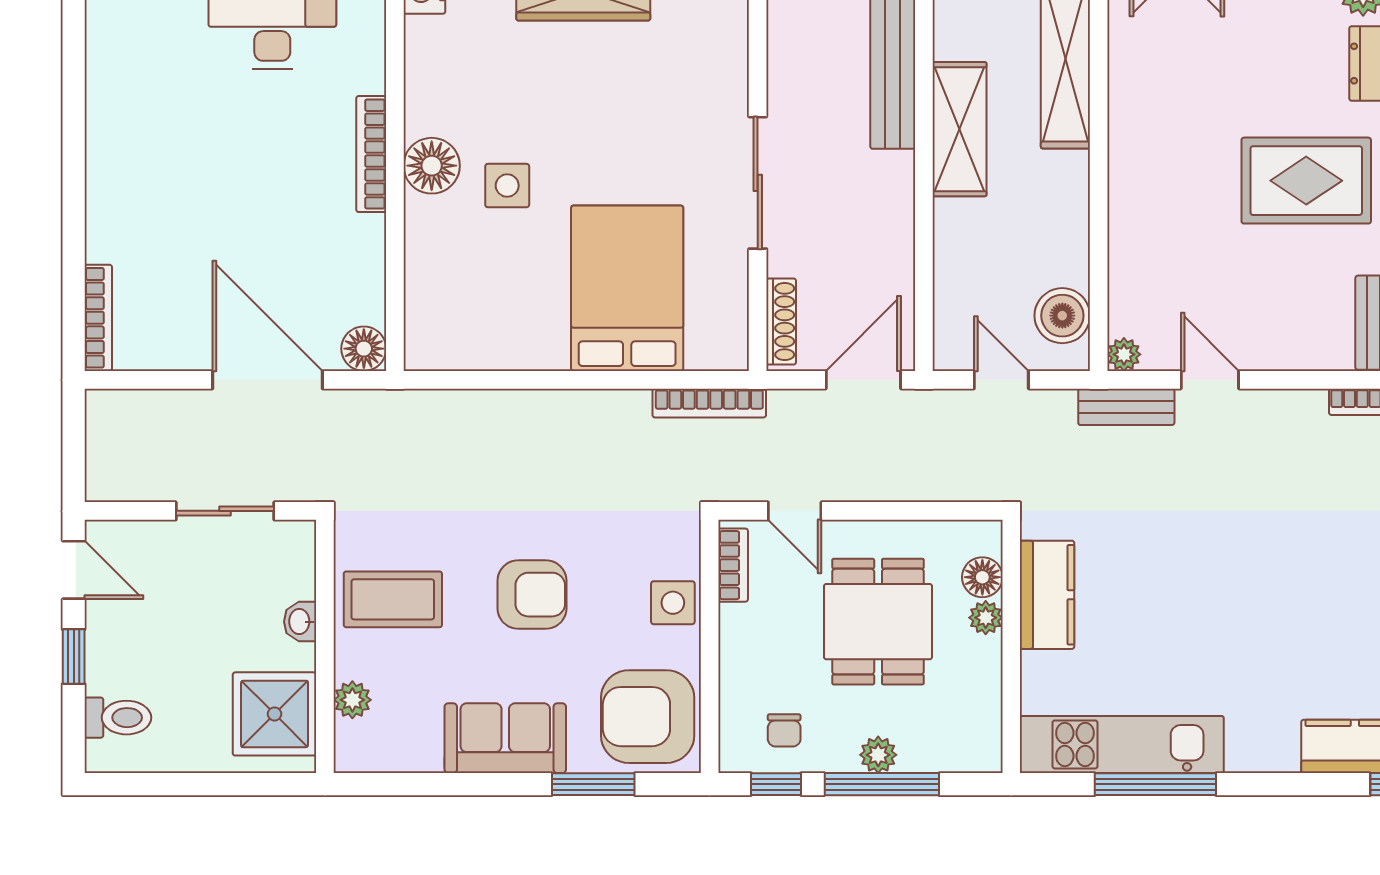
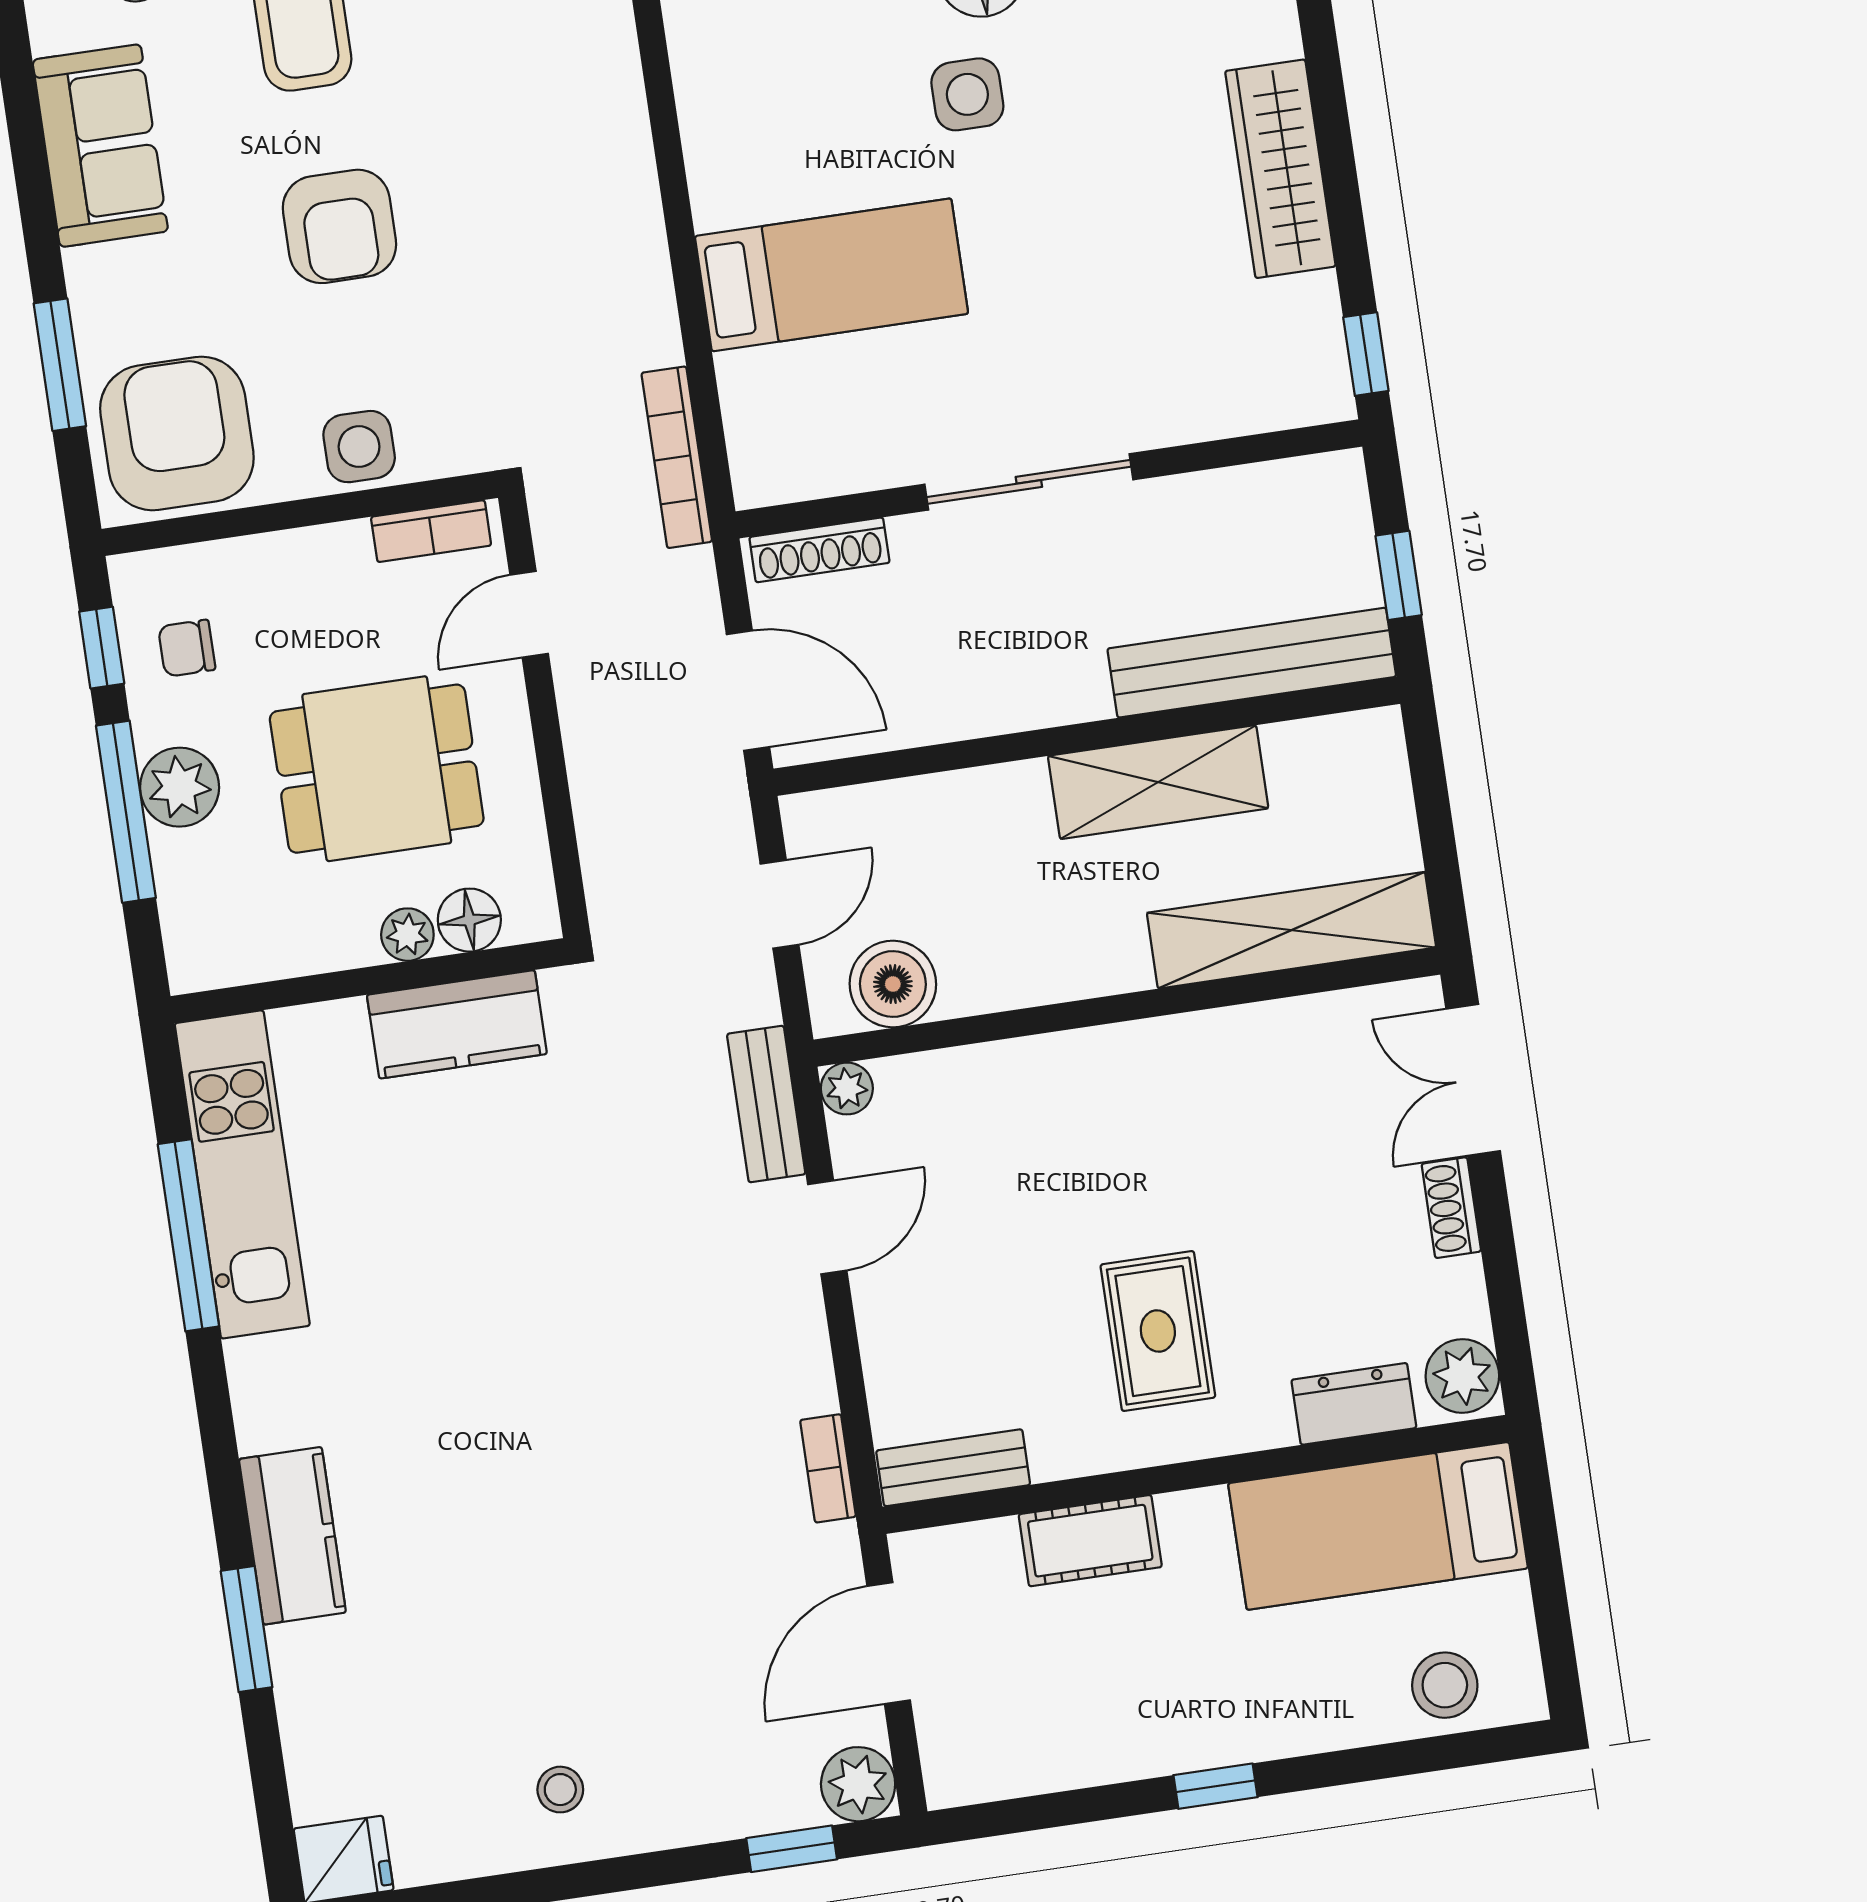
rug: (1306, 181) -> (1158, 1331), width x0.73, depth x0.70
bed: (627, 288) -> (832, 275), width x0.67
sofa: (505, 738) -> (100, 146), moved
plant: (878, 755) -> (180, 787), width x1.38, depth x1.38

